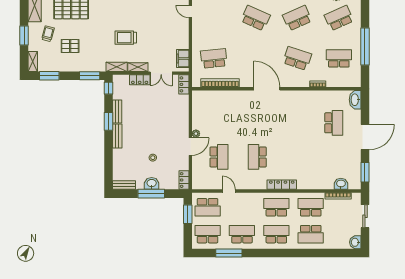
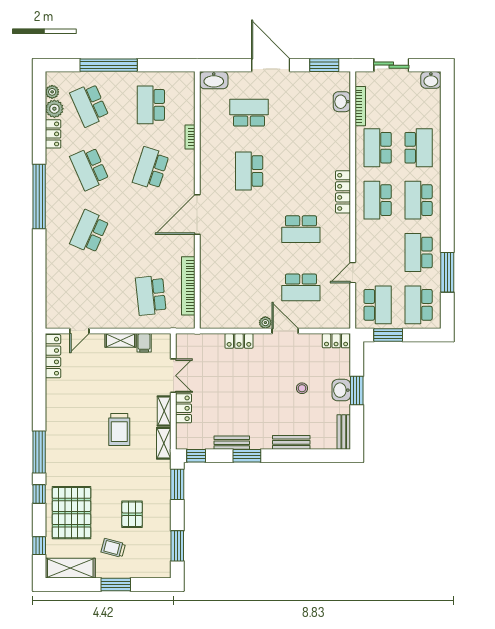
window: (365, 47) -> (109, 65), moved
filing cabinet: (183, 59) -> (144, 343), width x0.50
shelving: (33, 61) -> (120, 340), moved
locker: (184, 84) -> (239, 341), moved
school desk: (295, 123) -> (249, 171), added
bench: (117, 136) -> (291, 442), moved
school desk: (219, 157) -> (301, 287), turned 180
window: (151, 194) -> (357, 391), width x0.69

